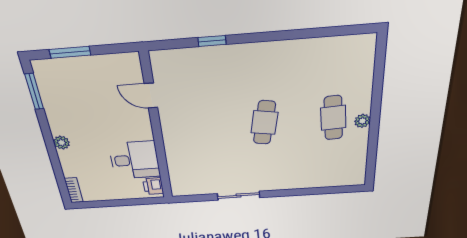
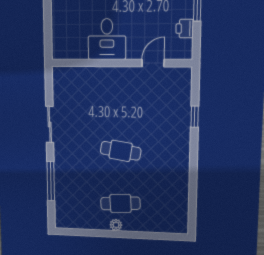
desk: (135, 160) -> (107, 39), moved
printer: (153, 186) -> (185, 29), moved, turned -90
window: (306, 192) -> (51, 181), added

